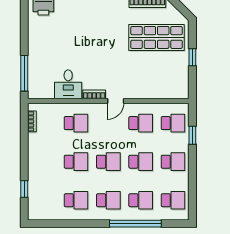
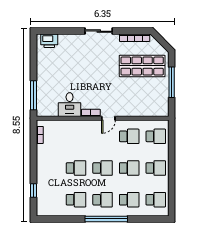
window: (192, 57) -> (172, 82), width x2.17
school desk: (76, 123) -> (76, 136), removed
window: (192, 135) -> (172, 146), removed
window: (135, 224) -> (106, 219), moved

